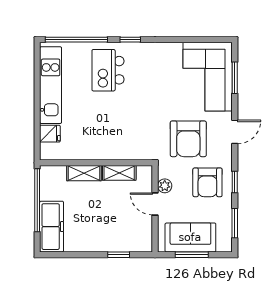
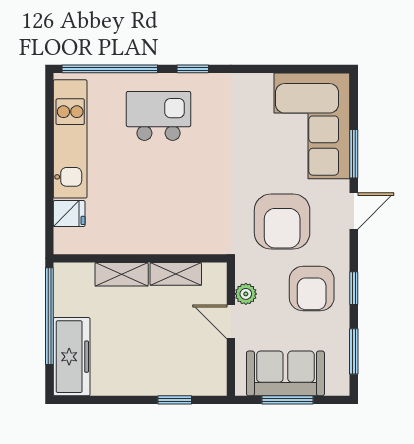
kitchen island: (108, 70) -> (159, 116), turned 90
window: (235, 78) -> (354, 154), moved

